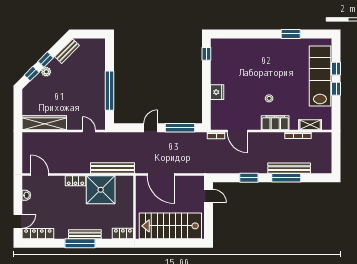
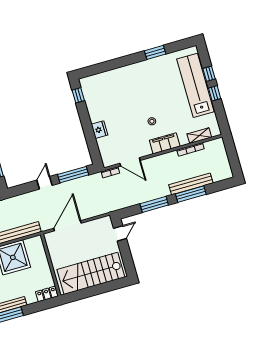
door: (161, 175) -> (67, 226), swing flipped
window: (249, 178) -> (154, 204), width x1.44
door: (209, 196) -> (120, 233), hinge flipped

